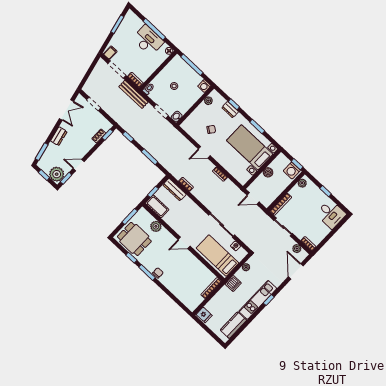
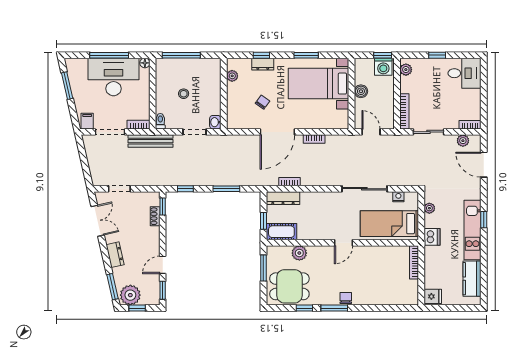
desk: (148, 40) -> (113, 77), width x1.36, depth x1.30
washing machine: (204, 86) -> (214, 65), removed
door: (204, 152) -> (277, 132), width x1.88
plant: (57, 174) -> (130, 295), moved
door: (253, 199) -> (371, 132), swing flipped

